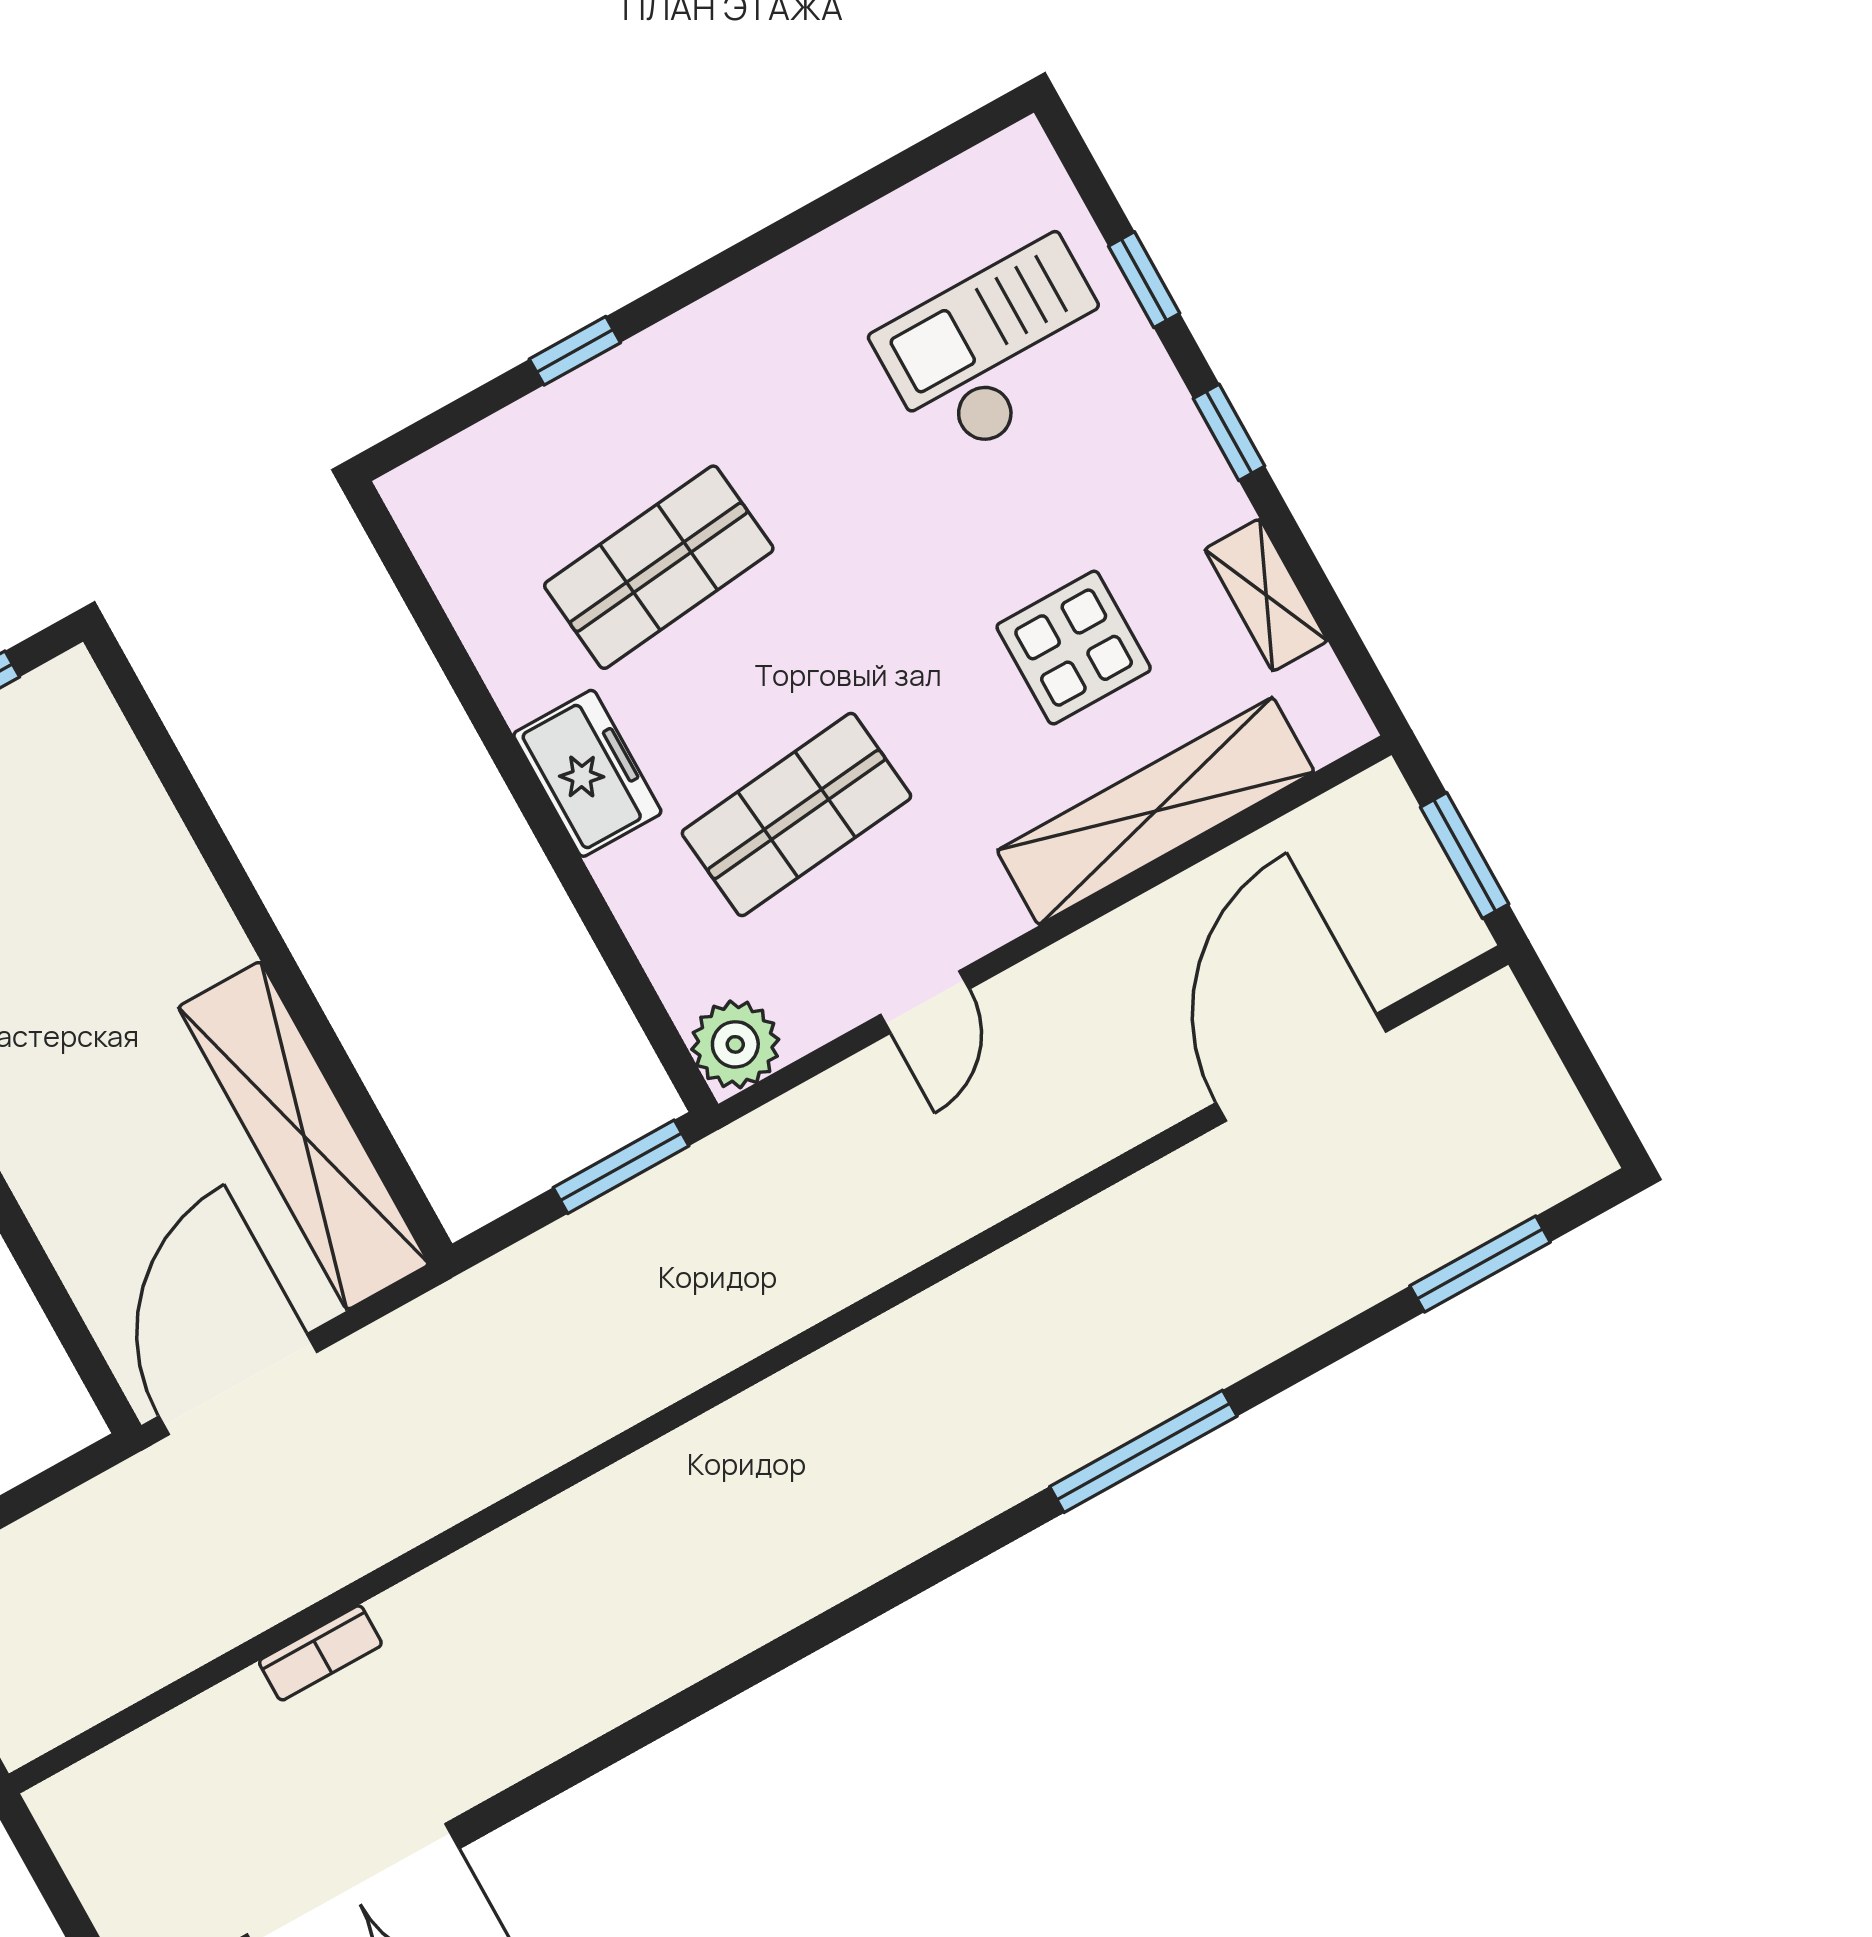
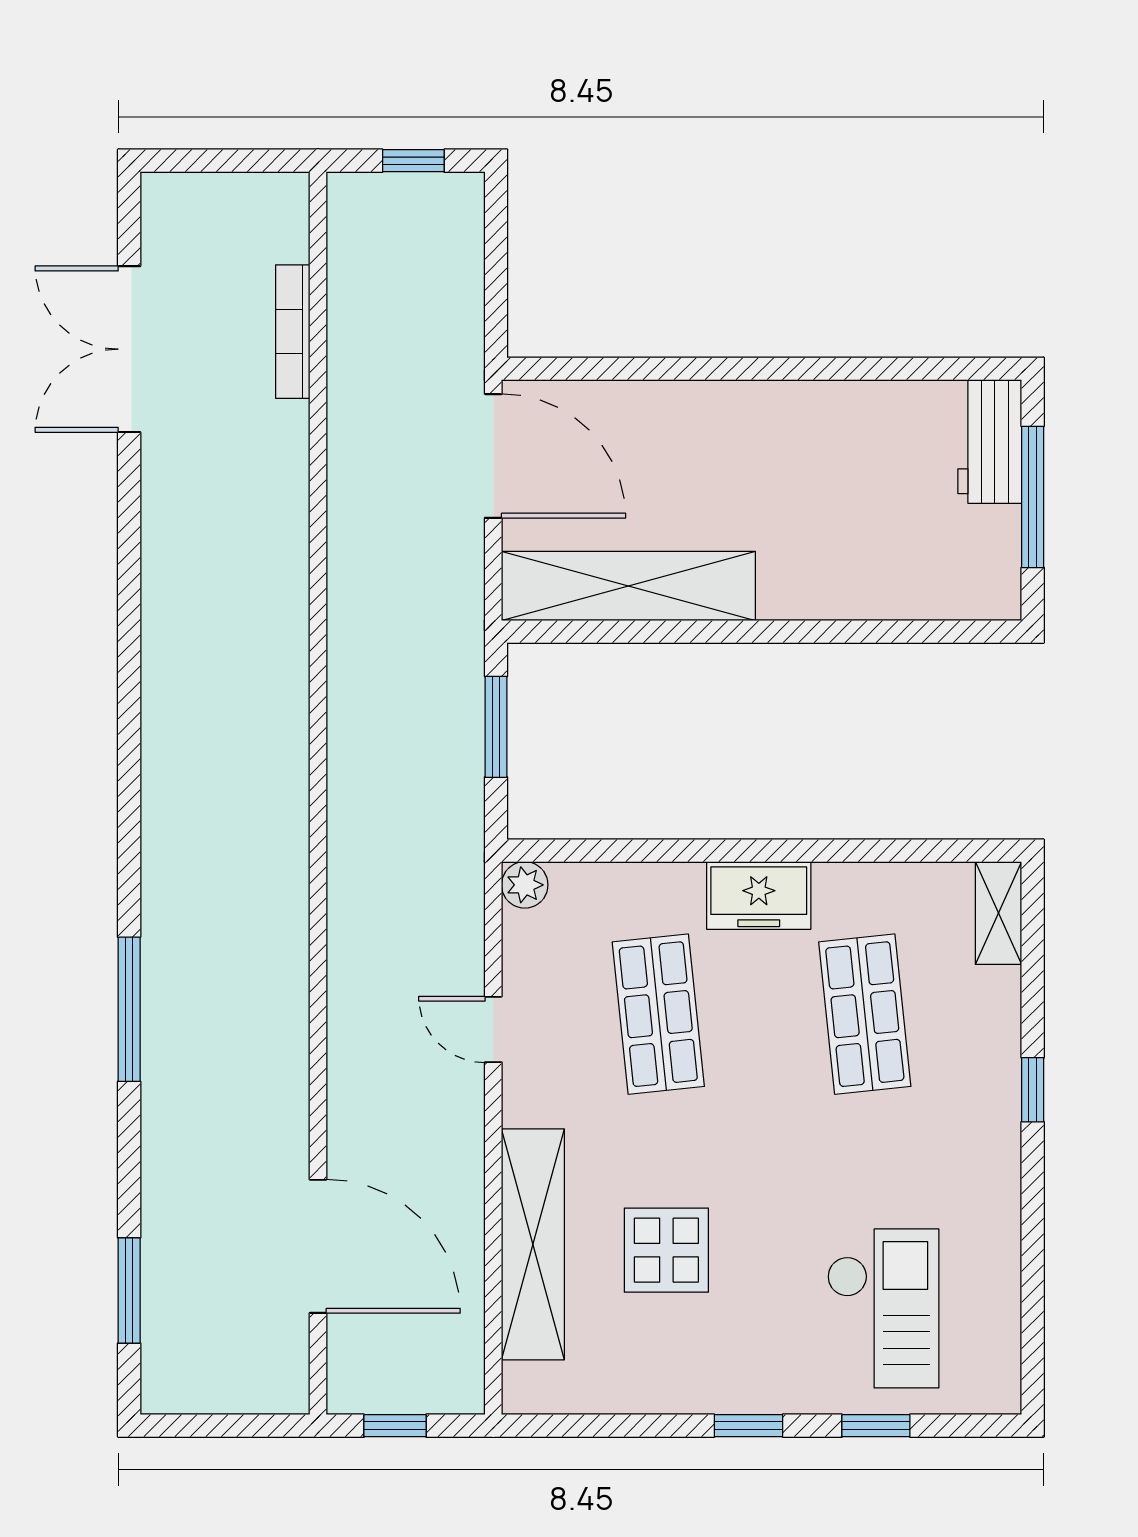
window: (575, 351) -> (1033, 1090), moved
shelving: (1266, 595) -> (999, 913), moved, turned 90
window: (1465, 856) -> (395, 1426), width x0.67
plant: (735, 1044) -> (525, 885), width x0.73, depth x0.73
window: (621, 1167) -> (496, 727), moved
bookcase: (320, 1653) -> (293, 332), moved, width x1.56

